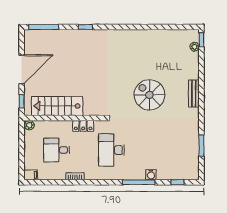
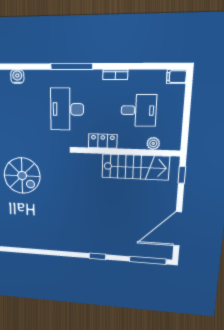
door: (22, 69) -> (178, 229), moved
plant: (29, 125) -> (153, 143), moved
desk: (111, 150) -> (67, 109), turned 180
window: (139, 182) -> (72, 66), moved

